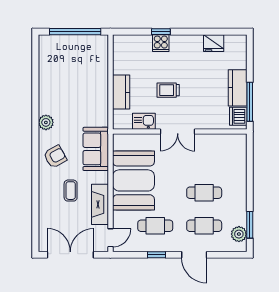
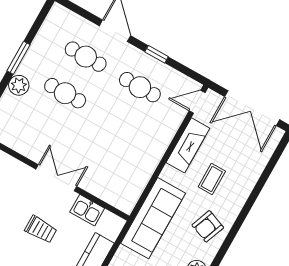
sofa: (96, 149) -> (153, 218), width x1.36
armchair: (55, 157) -> (208, 226), turned -40
booth: (133, 180) -> (136, 151), removed
window: (250, 225) -> (19, 58), moved
plant: (239, 234) -> (19, 85), moved

